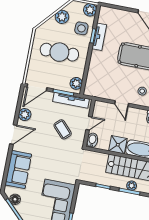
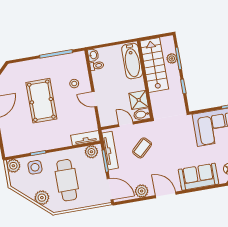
plant: (62, 17) -> (42, 198), moved
tv unit: (99, 37) -> (85, 138), moved
door: (122, 104) -> (94, 99), swing flipped
shower: (118, 145) -> (139, 100), moved

